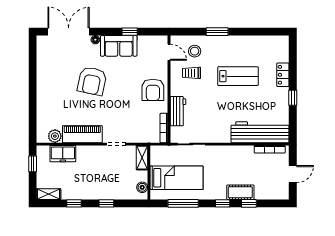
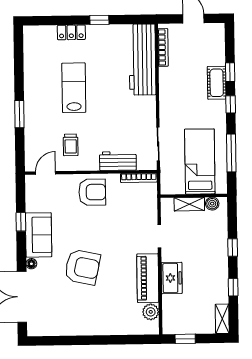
stool: (195, 51) -> (44, 141), removed
freezer: (63, 154) -> (172, 278), moved
shelving: (142, 158) -> (189, 204), moved

